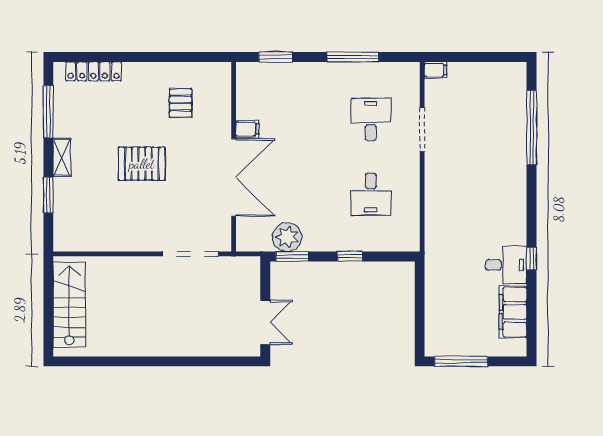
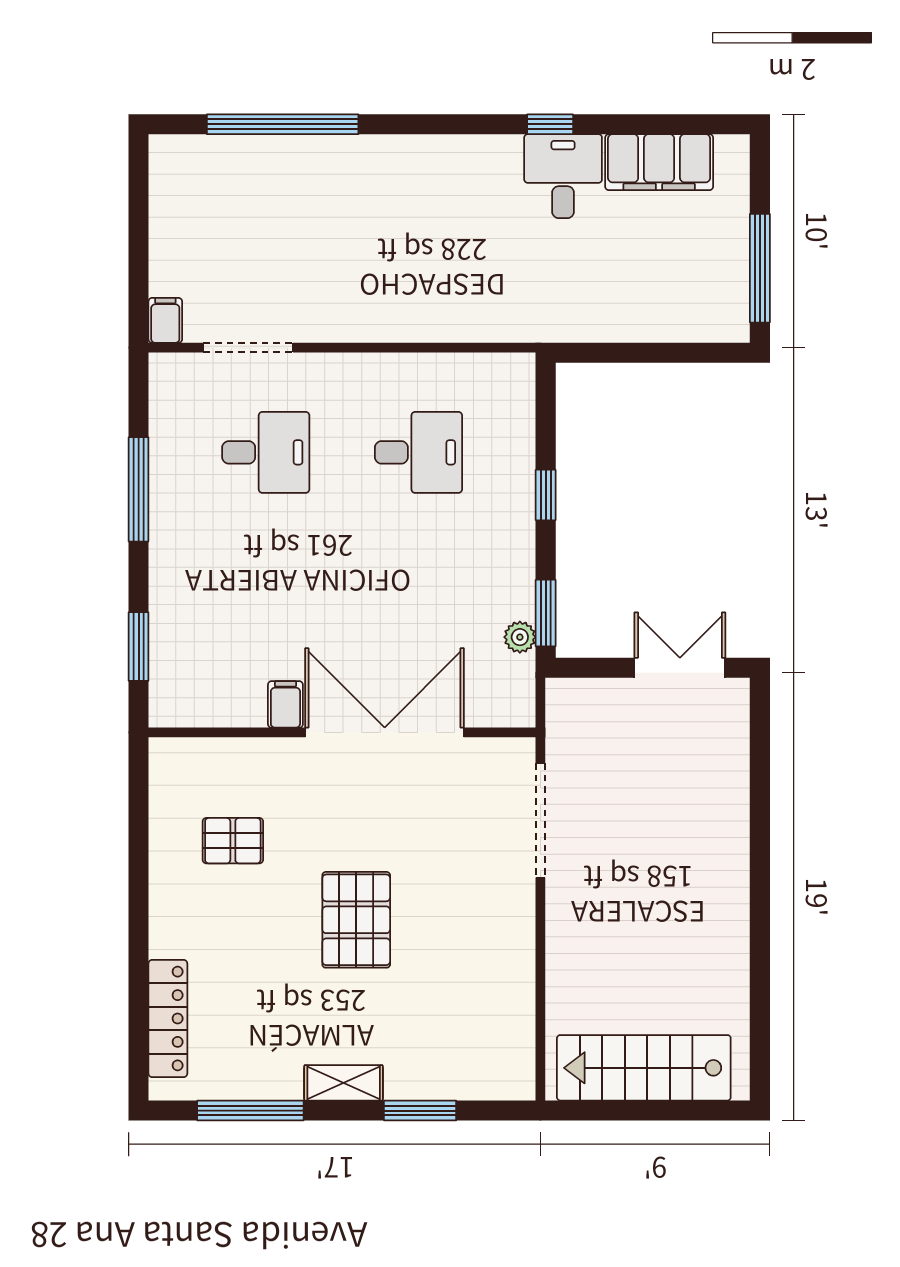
desk: (371, 119) -> (266, 452), turned 180
doorway: (422, 130) -> (248, 348), moved
plant: (287, 237) -> (520, 637), width x0.53, depth x0.53

